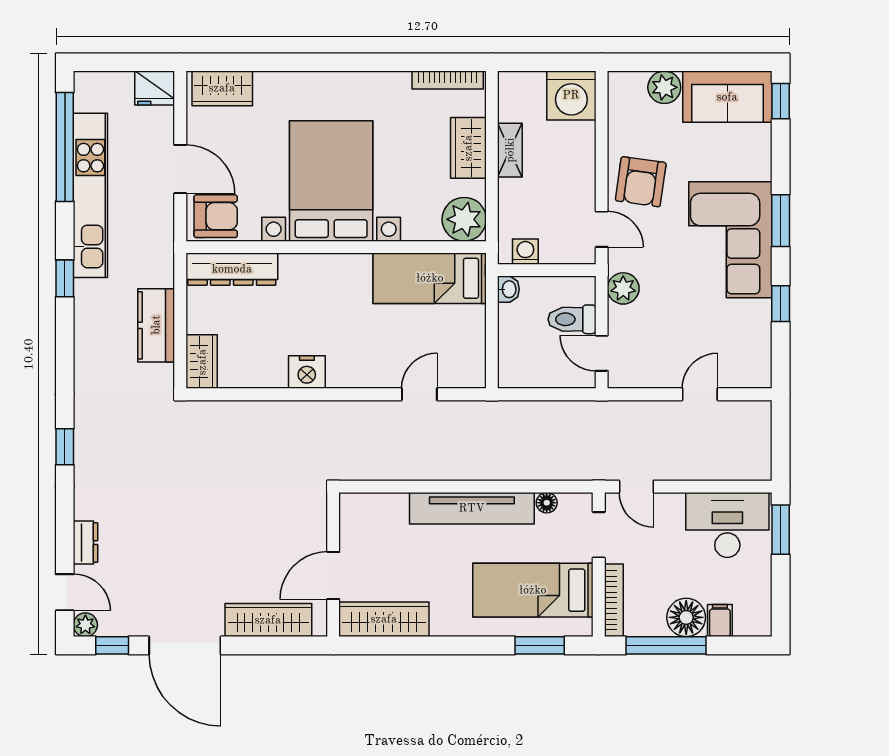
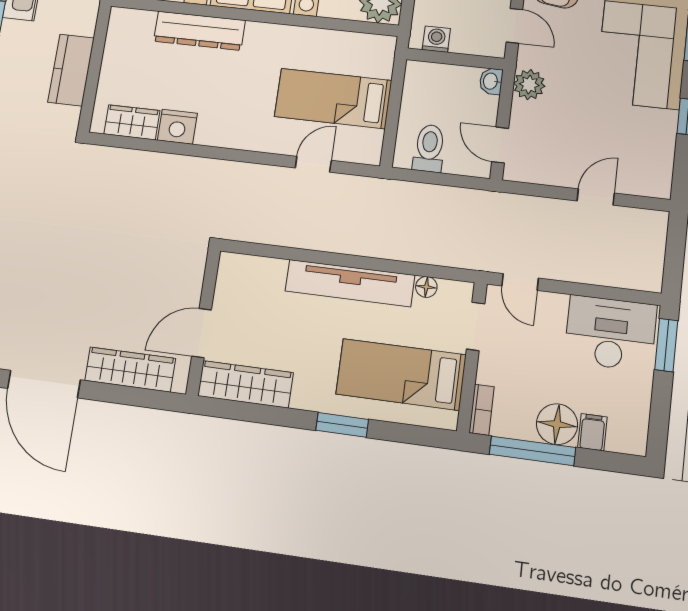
dresser: (232, 269) -> (199, 31), moved
bed: (430, 278) -> (333, 98), moved
washbasin: (508, 289) -> (491, 81), moved, turned 180
toilet: (572, 319) -> (429, 148), moved, turned 90
wardrobe: (202, 362) -> (132, 122), moved, turned -90
nightstand: (307, 372) -> (177, 127), moved
bookcase: (614, 600) -> (482, 410), width x0.64
window: (540, 645) -> (342, 425), moved

